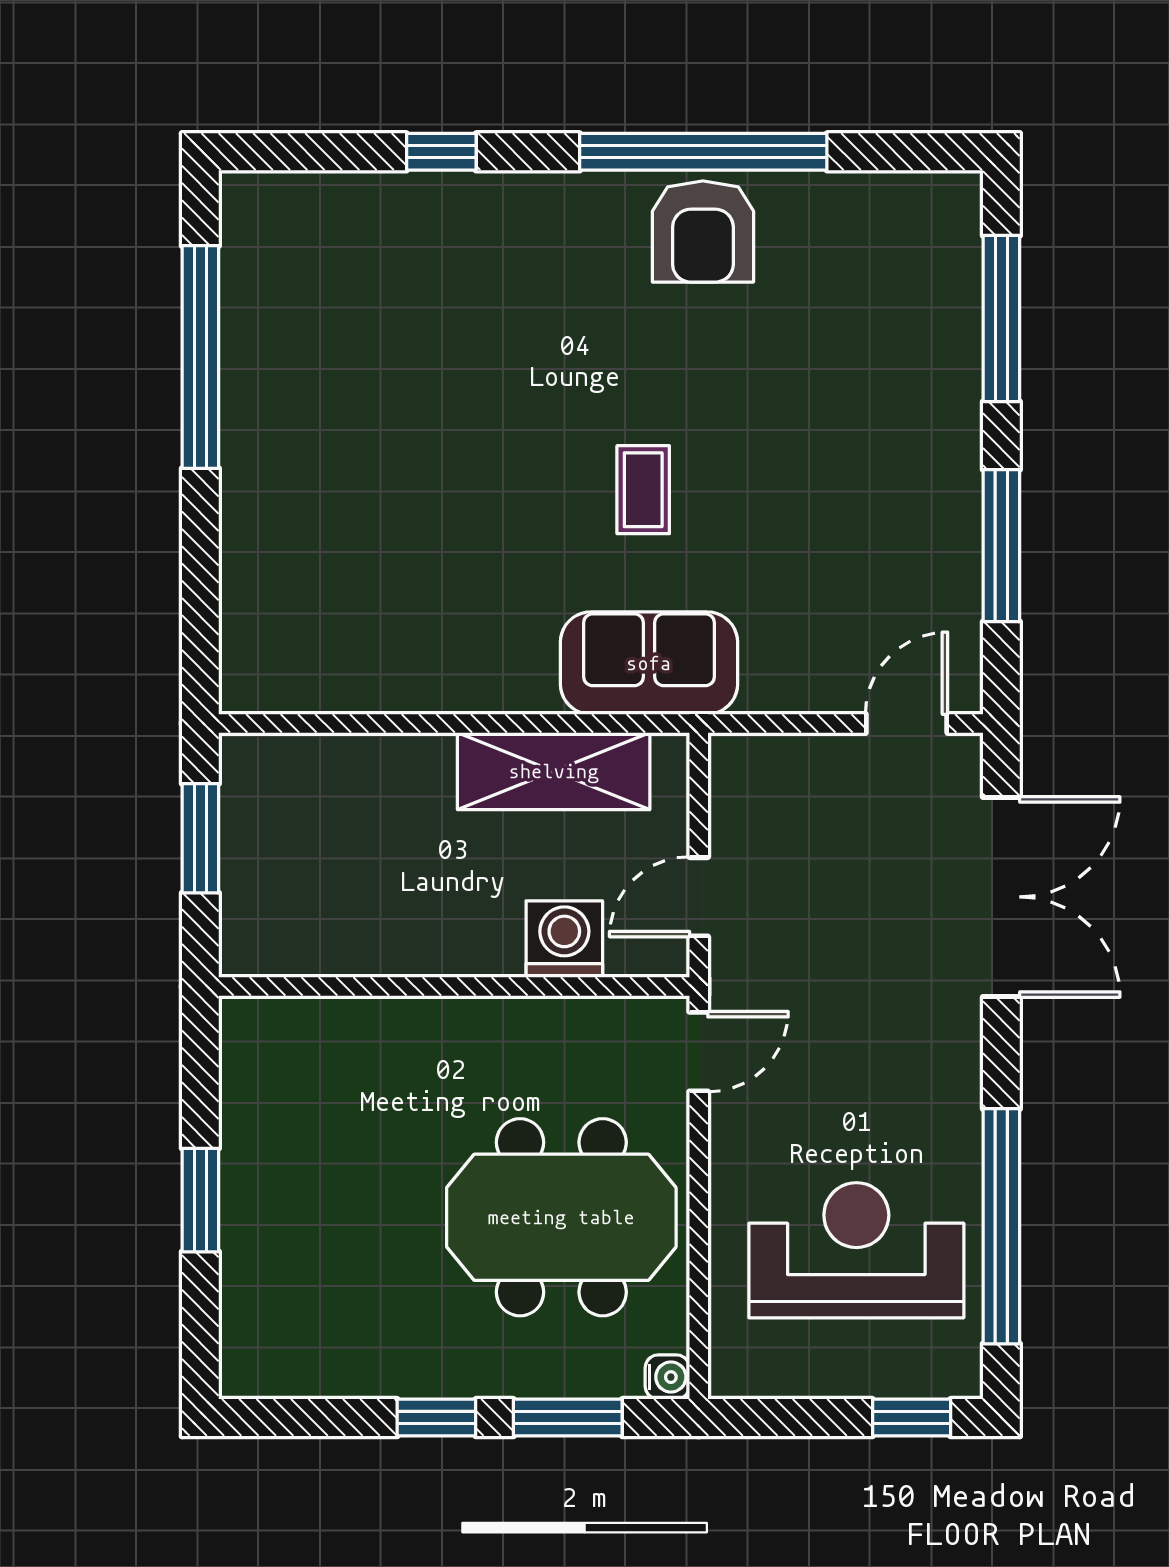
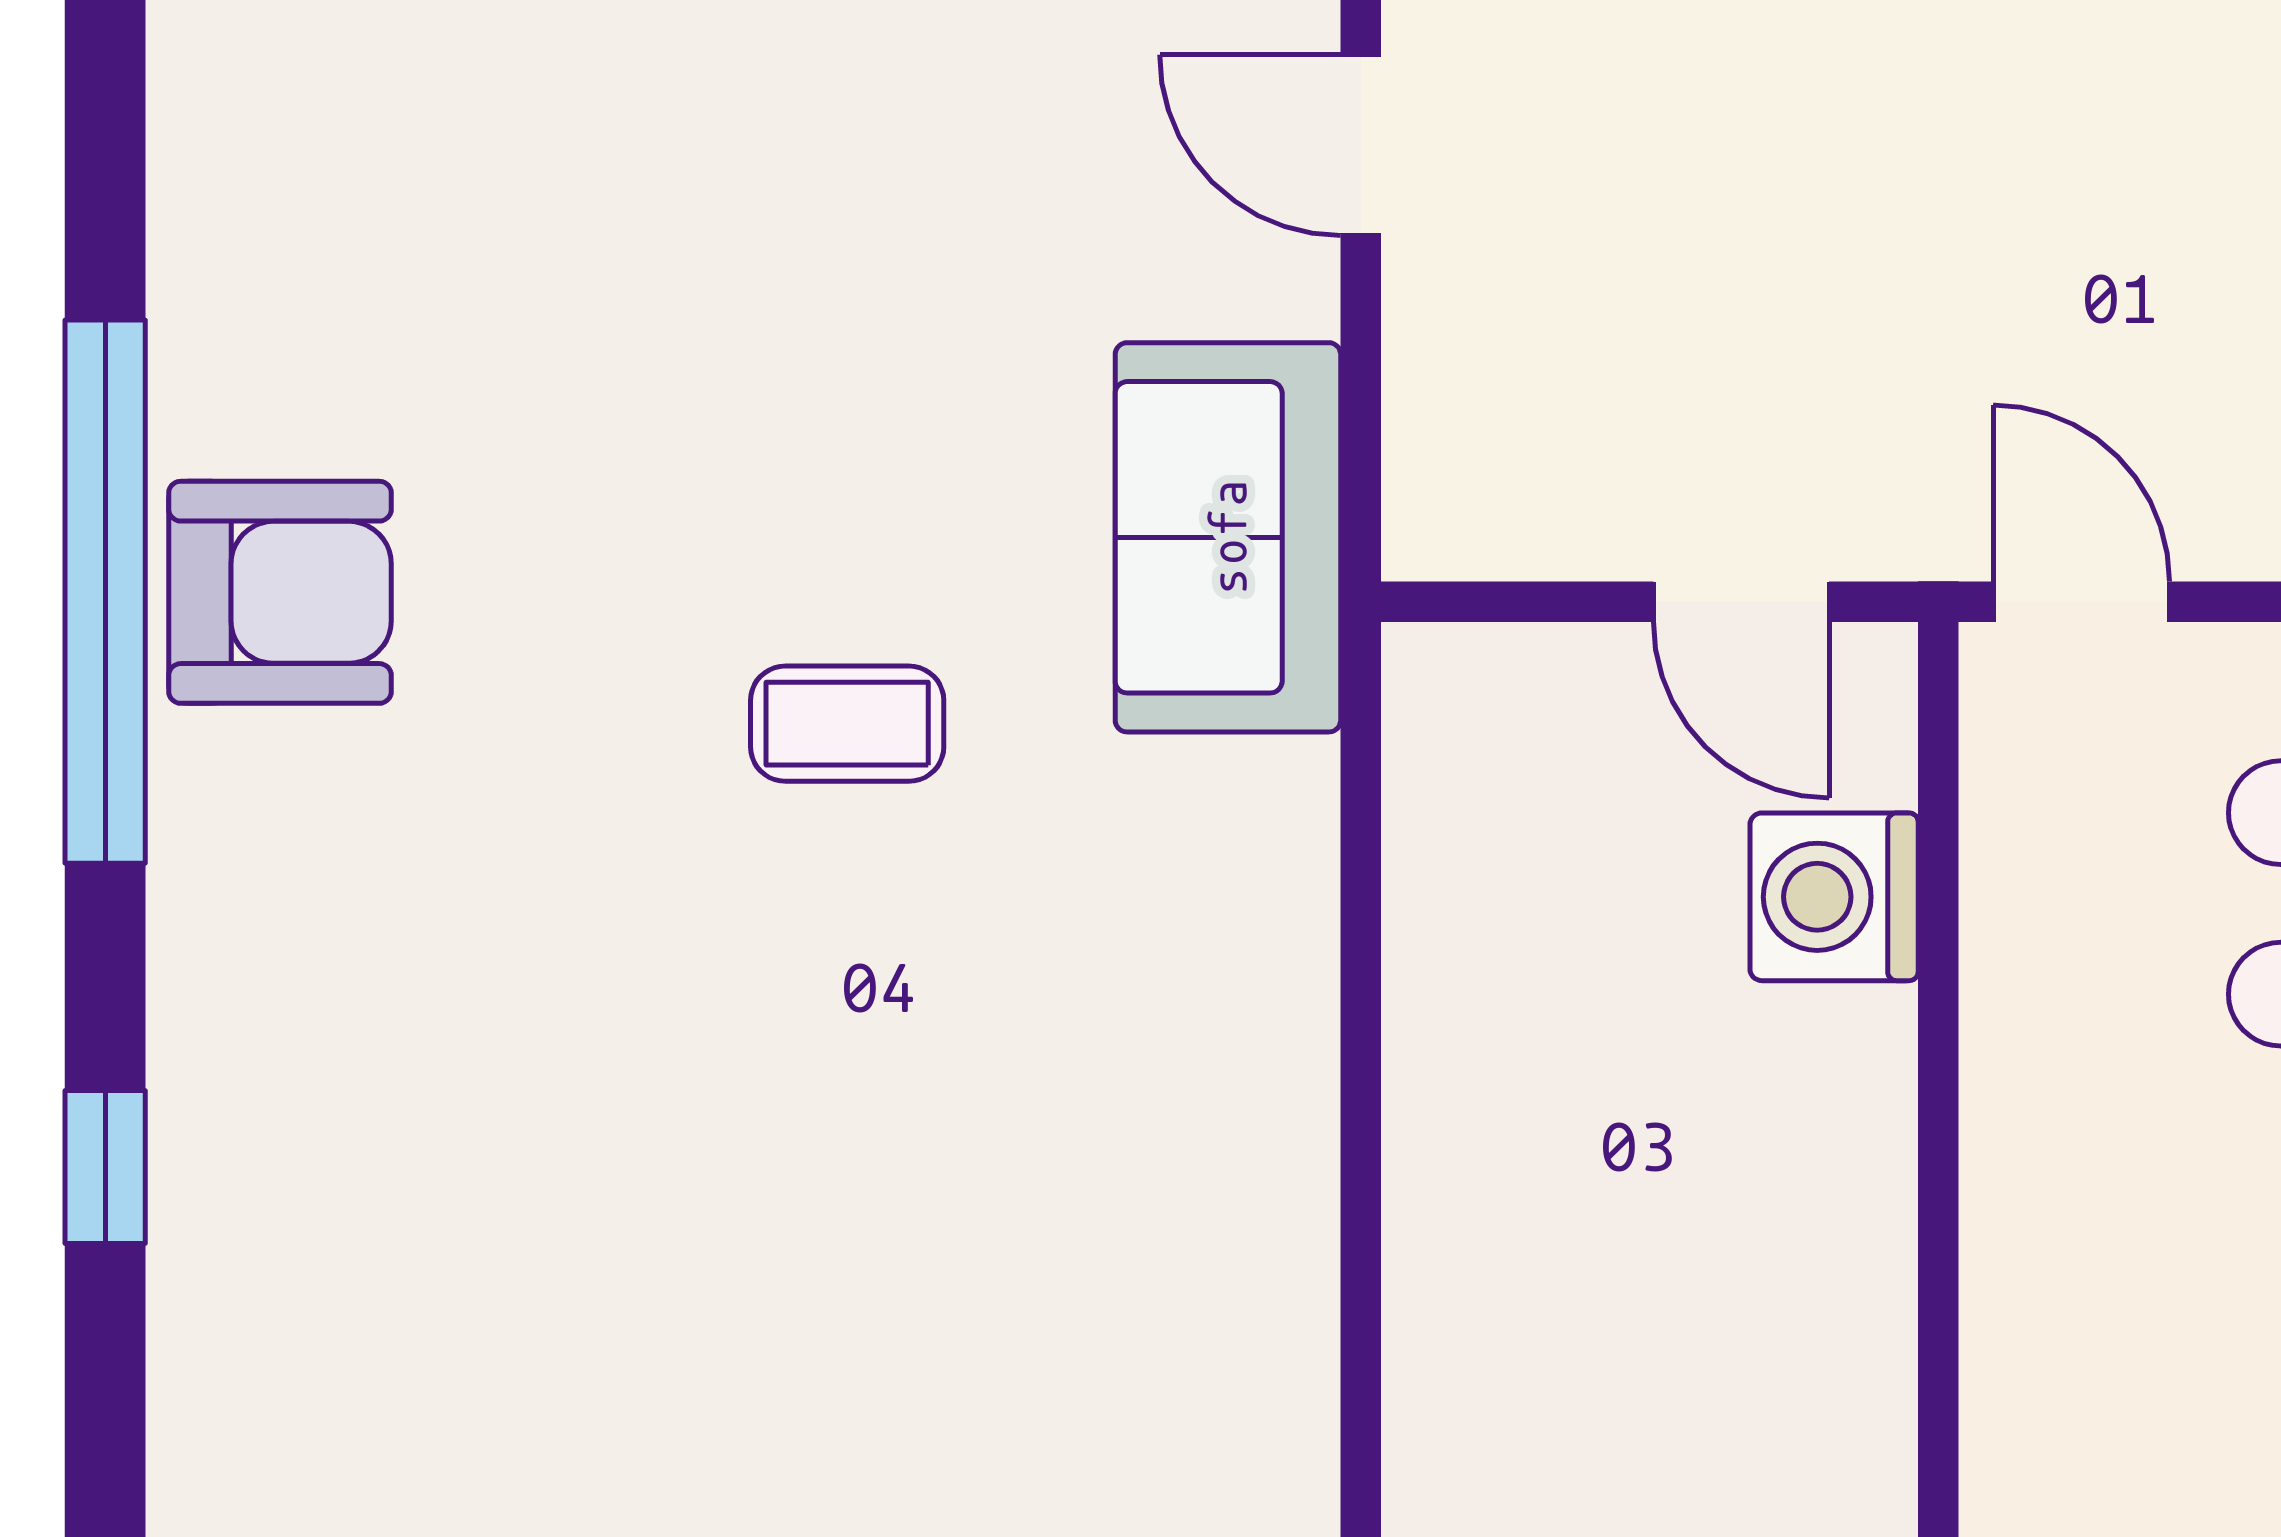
sofa: (649, 663) -> (1228, 537), moved
shelving: (554, 771) -> (1465, 920), removed

